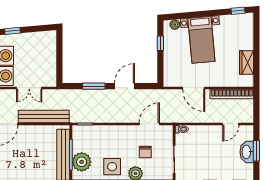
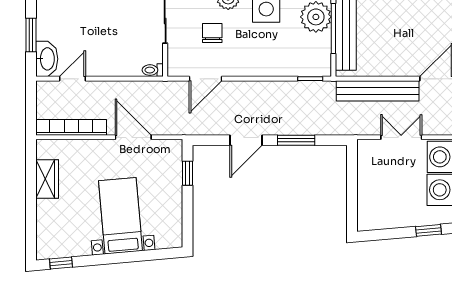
plant: (175, 25) -> (164, 241), removed
window: (160, 43) -> (188, 173), moved
washbasin: (247, 152) -> (47, 59), moved

